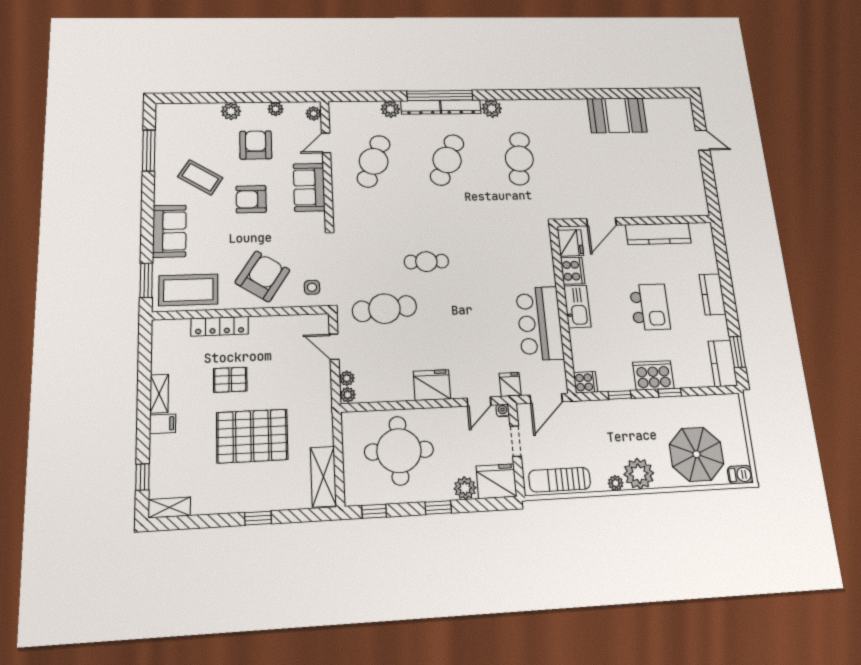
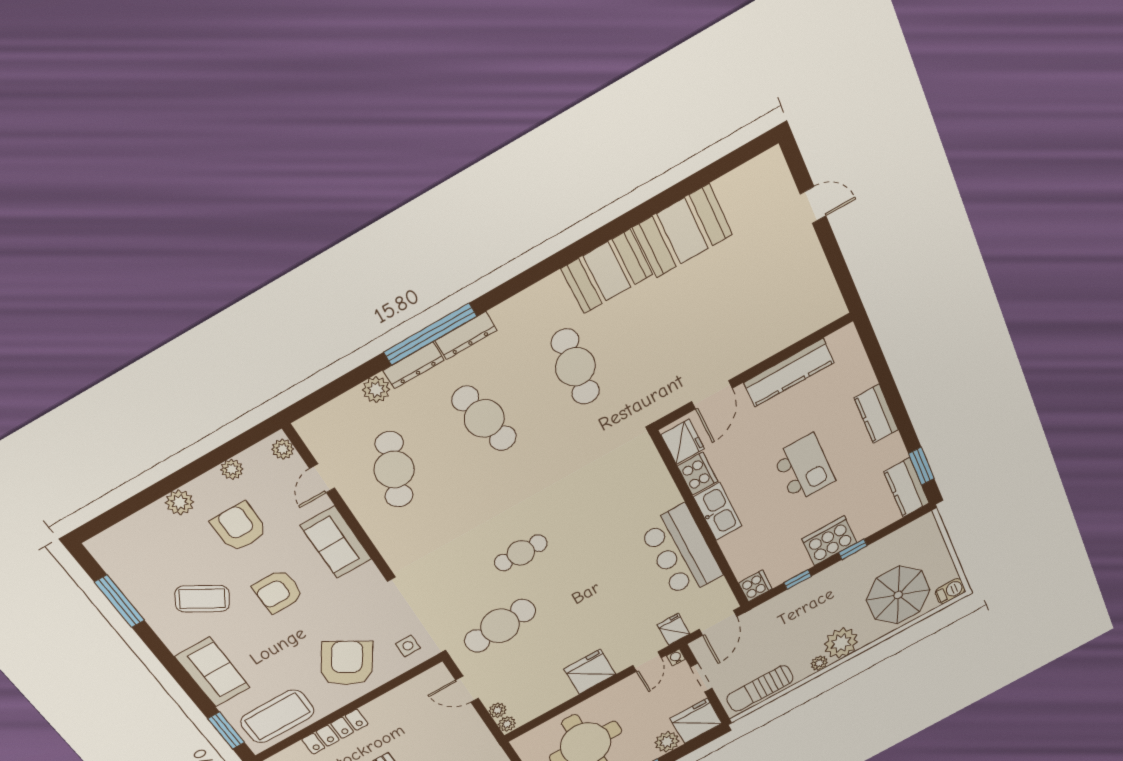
plant: (492, 109) -> (508, 315), removed
booth: (562, 114) -> (607, 271), added
cafe table: (447, 160) -> (484, 418), turned -36

